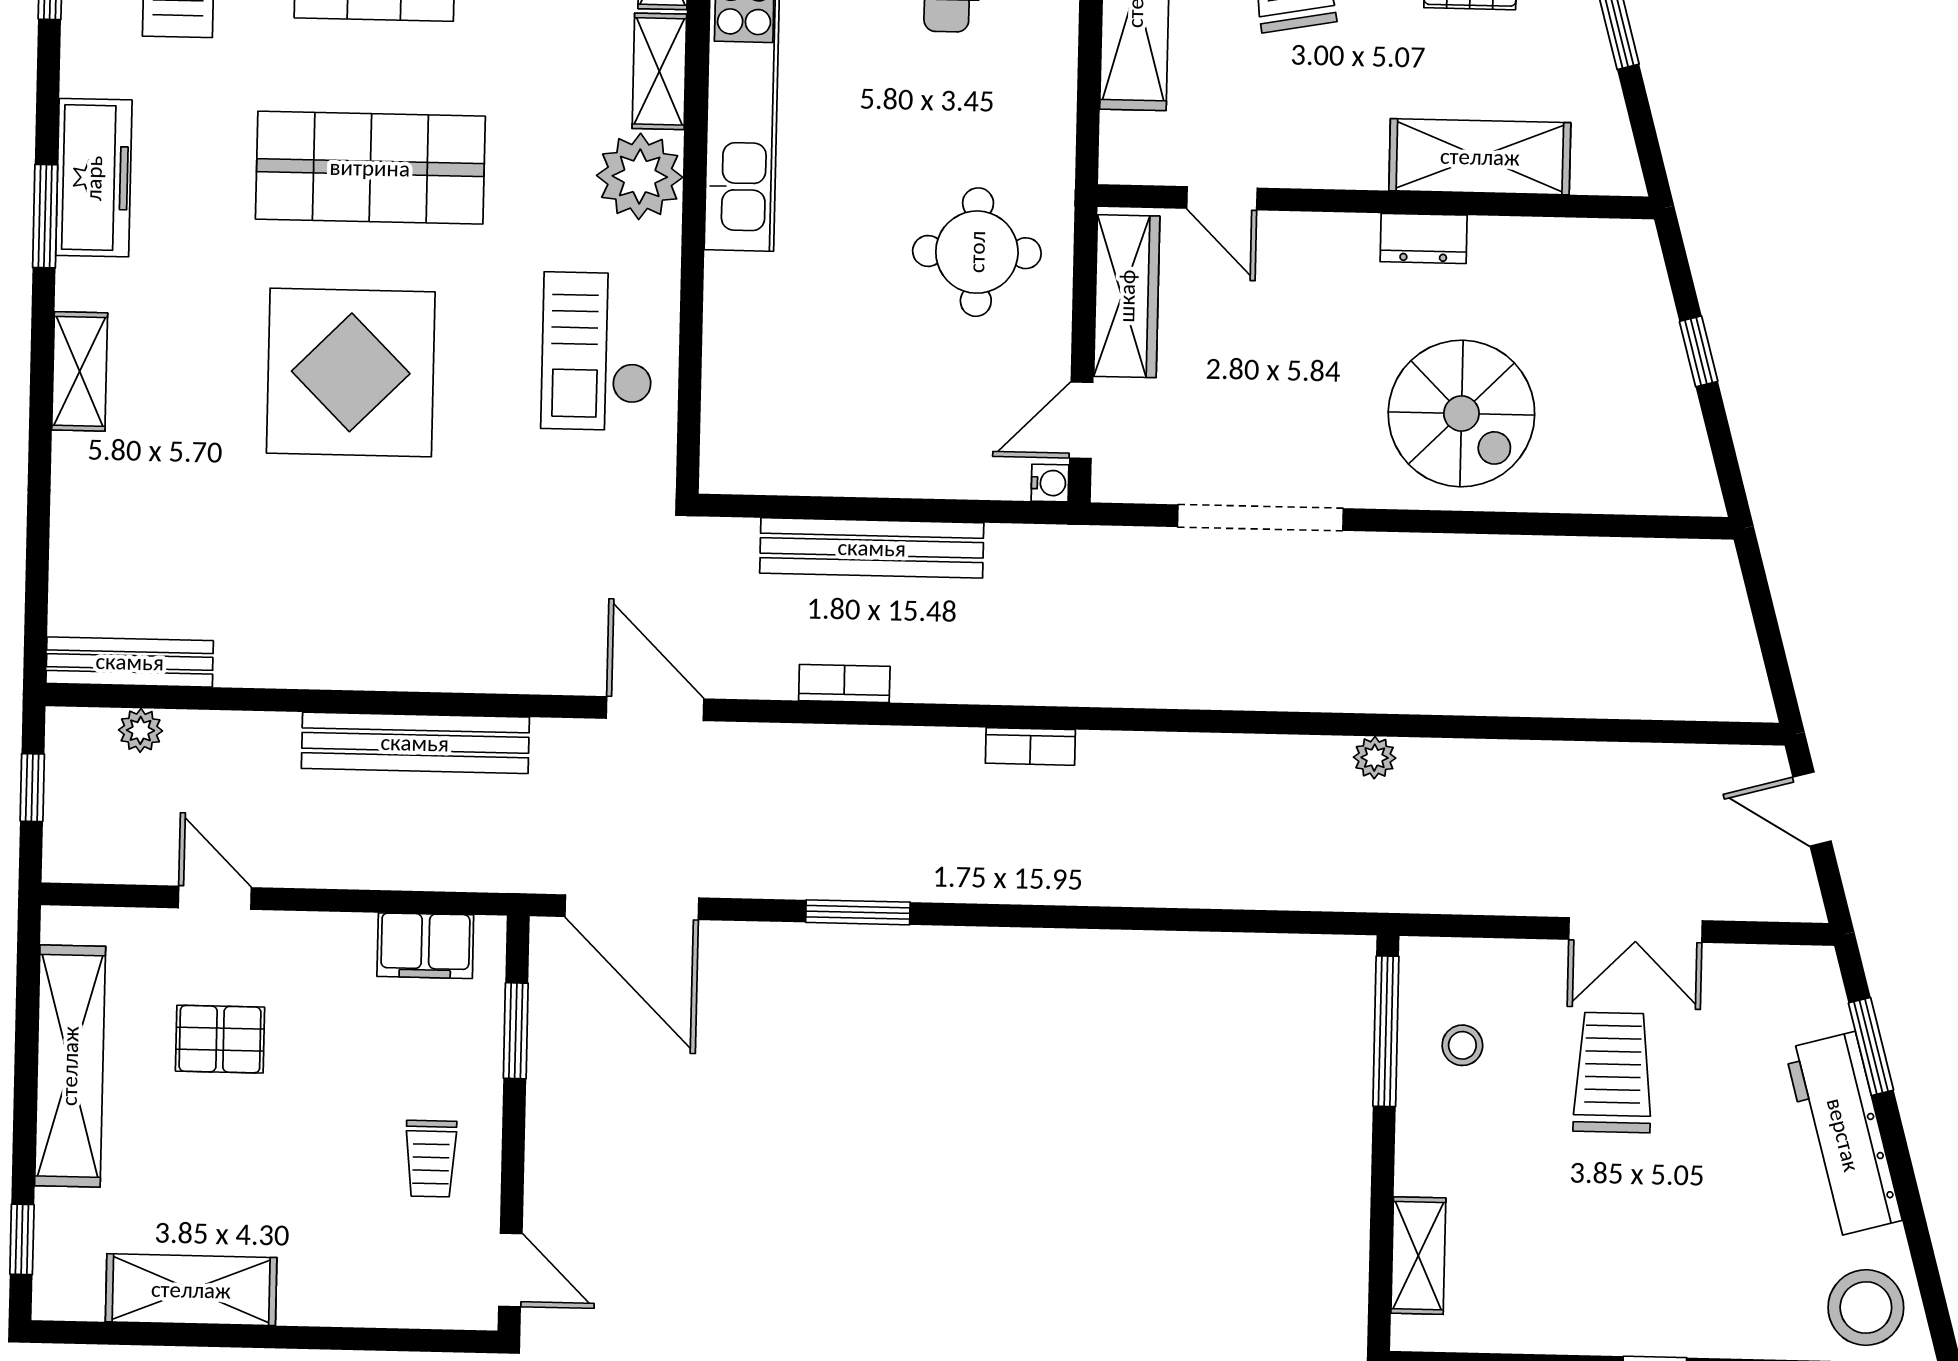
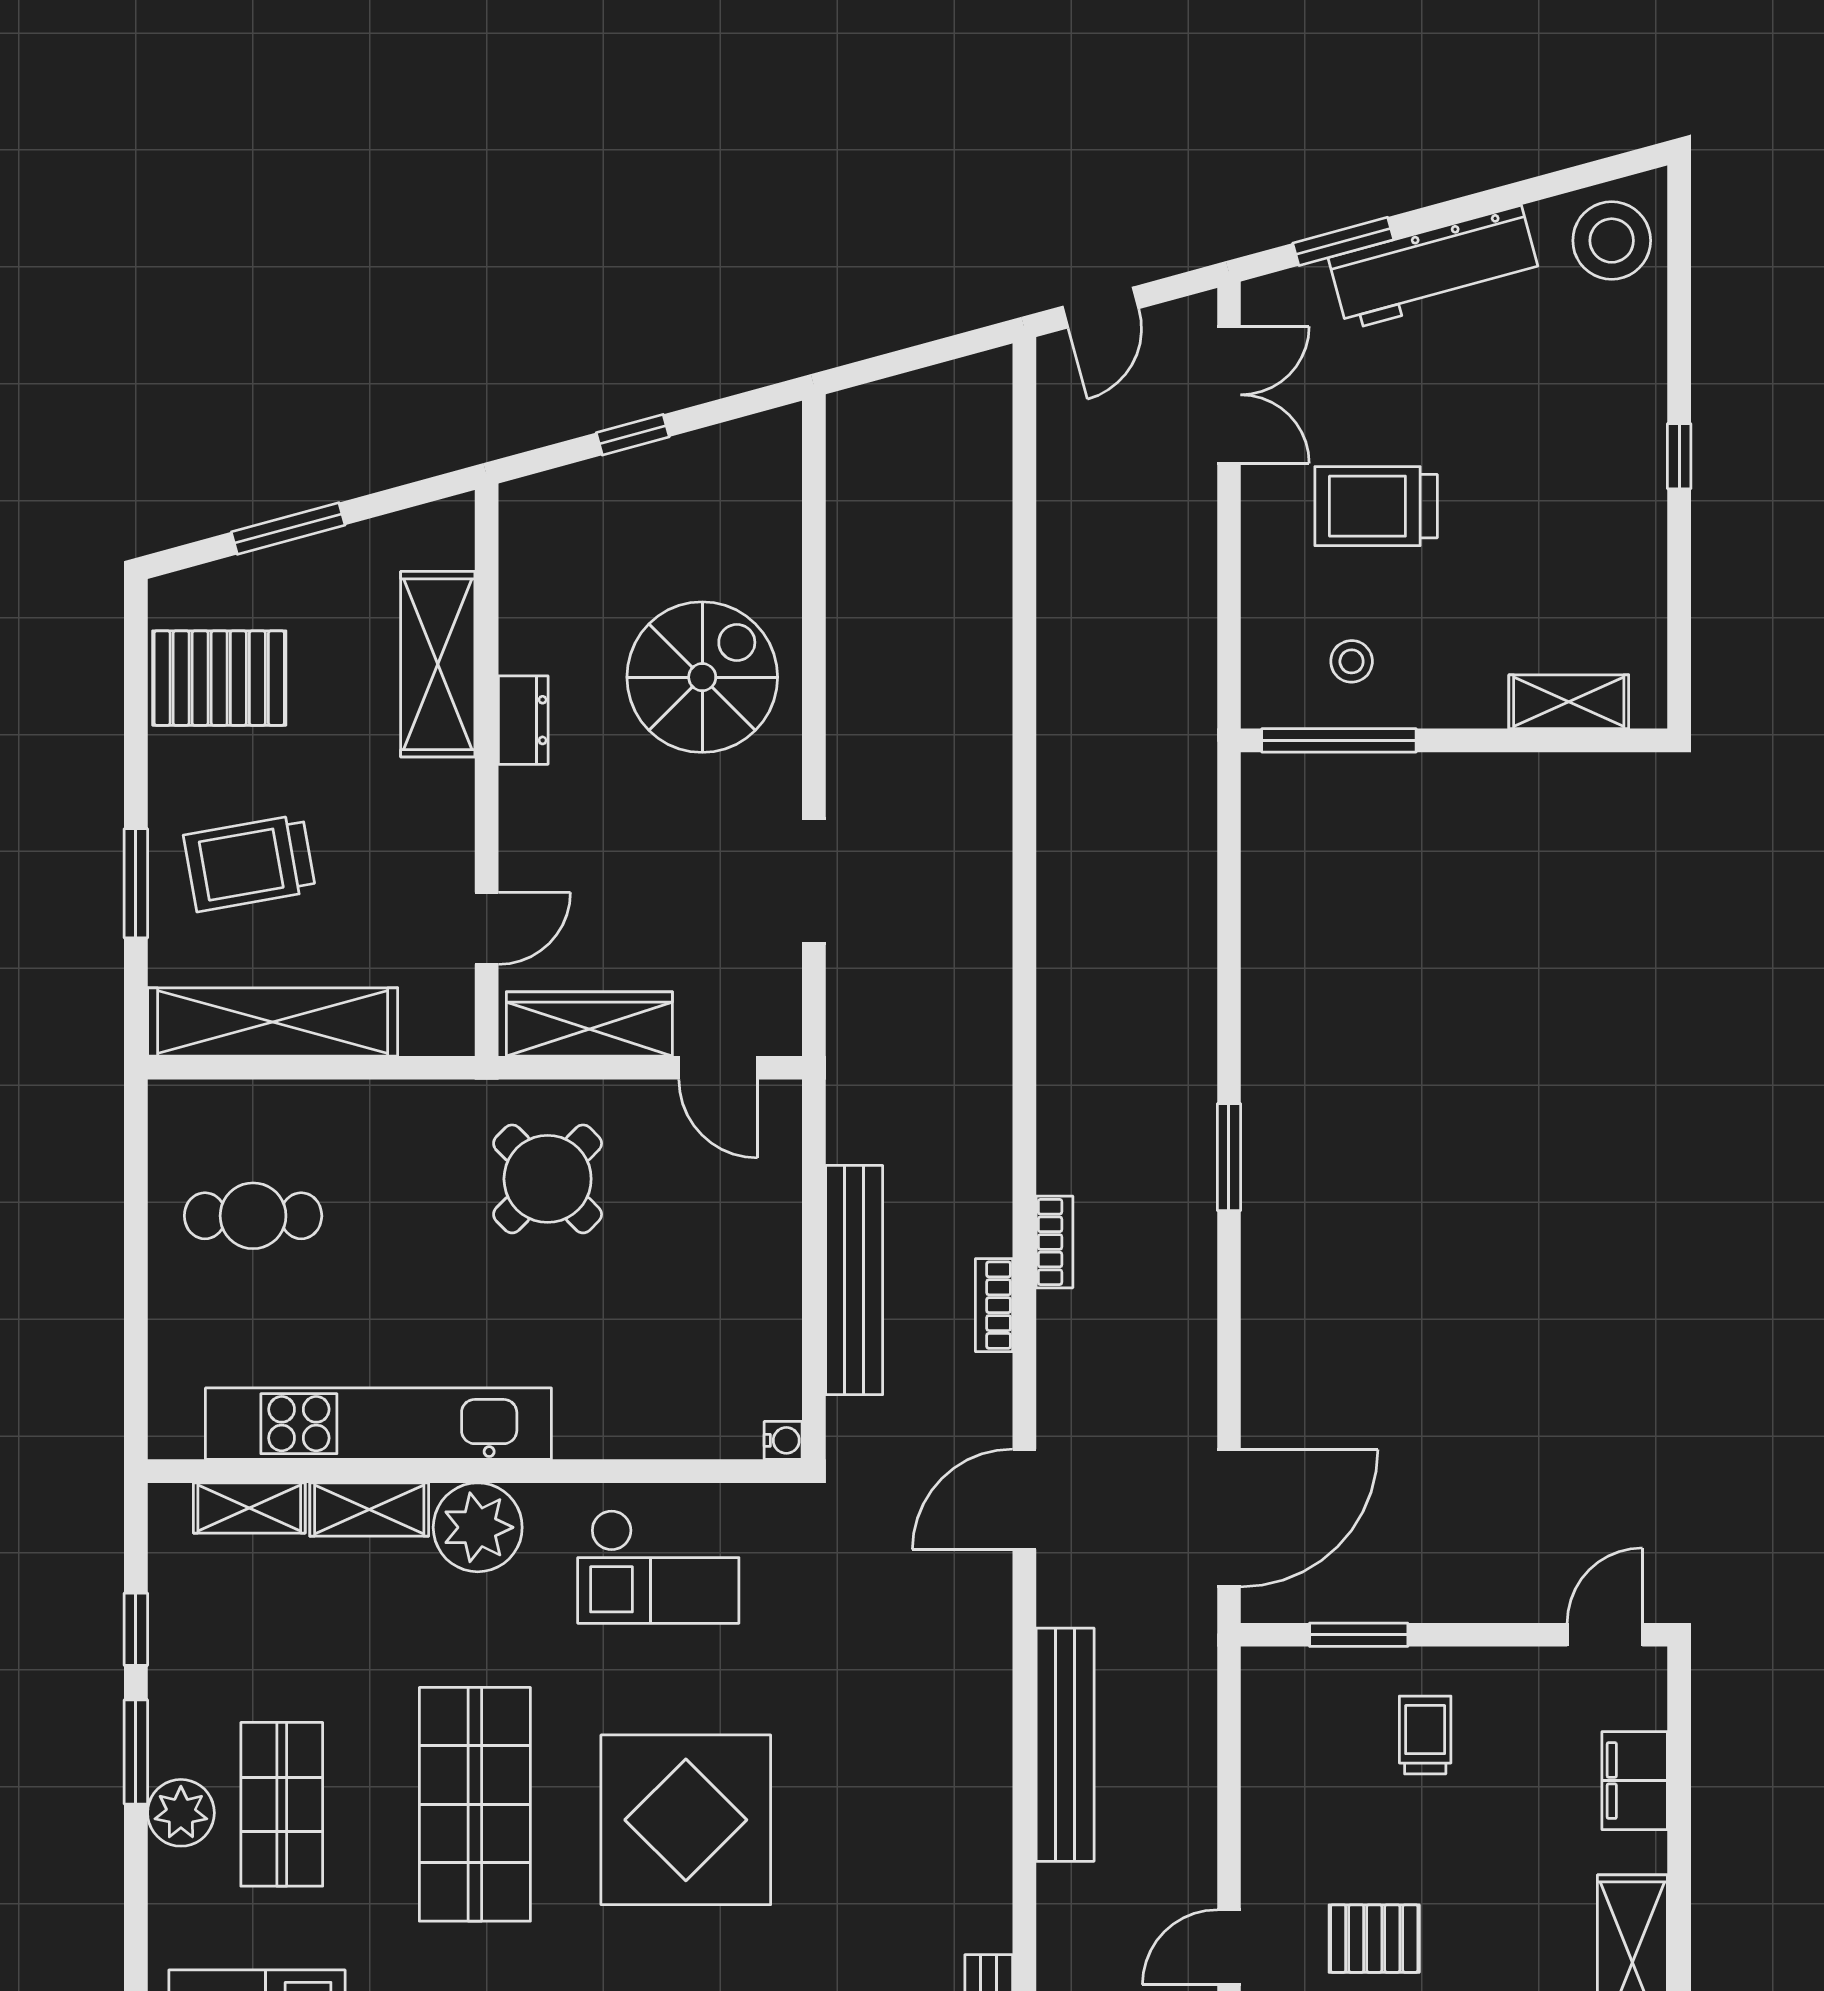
round table: (977, 252) -> (548, 1179), turned 45
water cooler: (1050, 483) -> (783, 1440), moved, turned 90
doorway: (1260, 518) -> (814, 881), width x0.73
bookcase: (1030, 746) -> (1054, 1242), moved
plant: (1375, 758) -> (1058, 758), removed
window: (858, 912) -> (1229, 1157), moved
double door: (1636, 930) -> (1229, 395), moved
filing cabinet: (425, 946) -> (1635, 1781), moved, turned 180
pallet: (220, 1039) -> (1374, 1939), turned 90
trolley: (431, 1159) -> (1425, 1735), moved, turned -90

